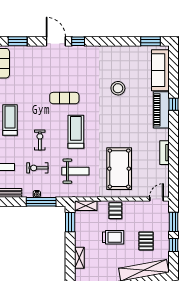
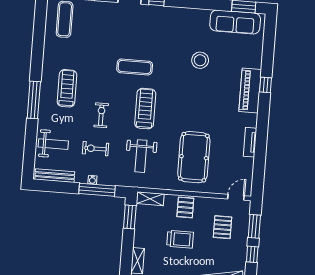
sofa: (160, 70) -> (235, 22), moved, turned -90
weight bench: (75, 171) -> (141, 156), turned 90
pallet: (146, 241) -> (222, 227), moved

